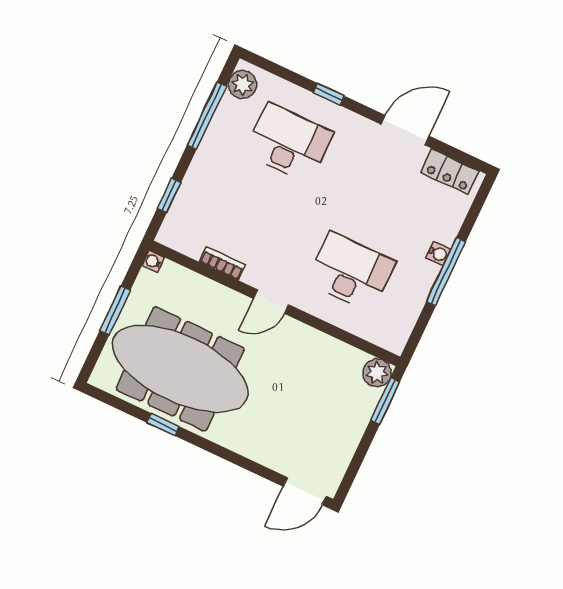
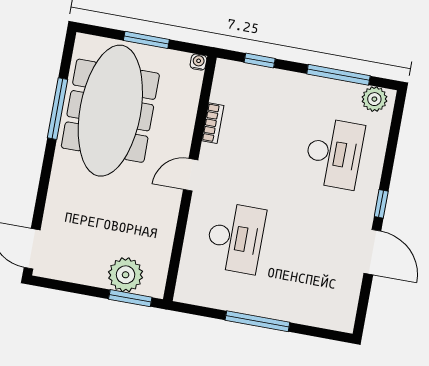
window: (329, 94) -> (381, 204), moved
locker: (450, 172) -> (346, 301), removed
water cooler: (438, 254) -> (272, 310), removed
door: (271, 302) -> (191, 175), hinge flipped
plant: (377, 373) -> (126, 275), moved, width x1.36, depth x1.36
window: (163, 425) -> (57, 109), width x2.17

